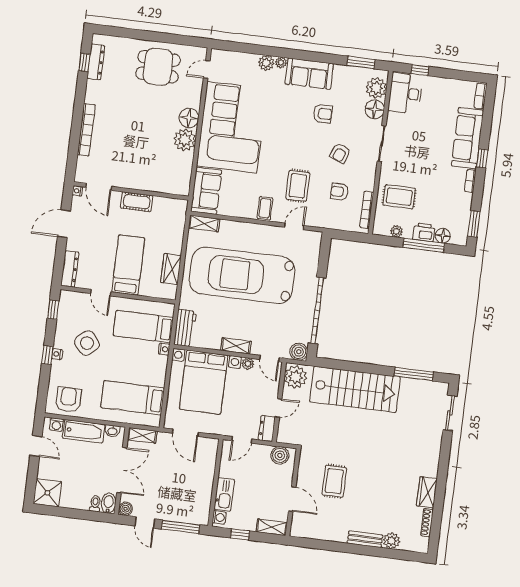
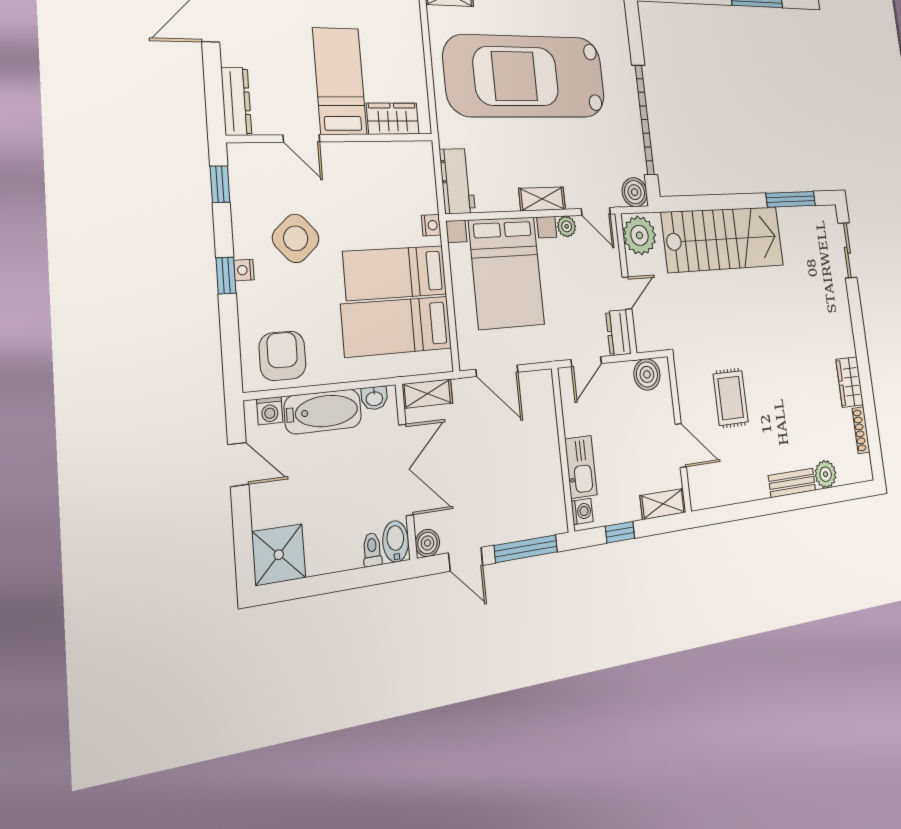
wardrobe: (171, 269) -> (393, 119), moved, turned 90
bed: (143, 327) -> (395, 273), moved

